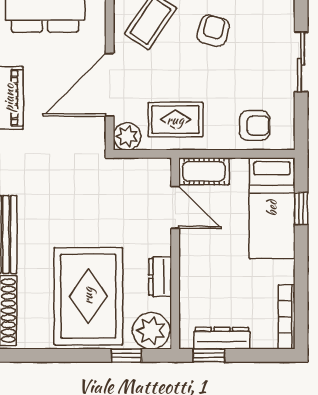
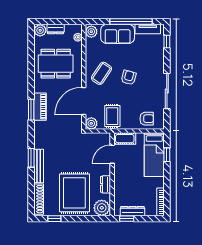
sliding door: (301, 62) -> (167, 91), width x1.37
rug: (175, 120) -> (112, 116), turned 90
door: (175, 207) -> (112, 154), swing flipped
window: (126, 355) -> (54, 219), moved

